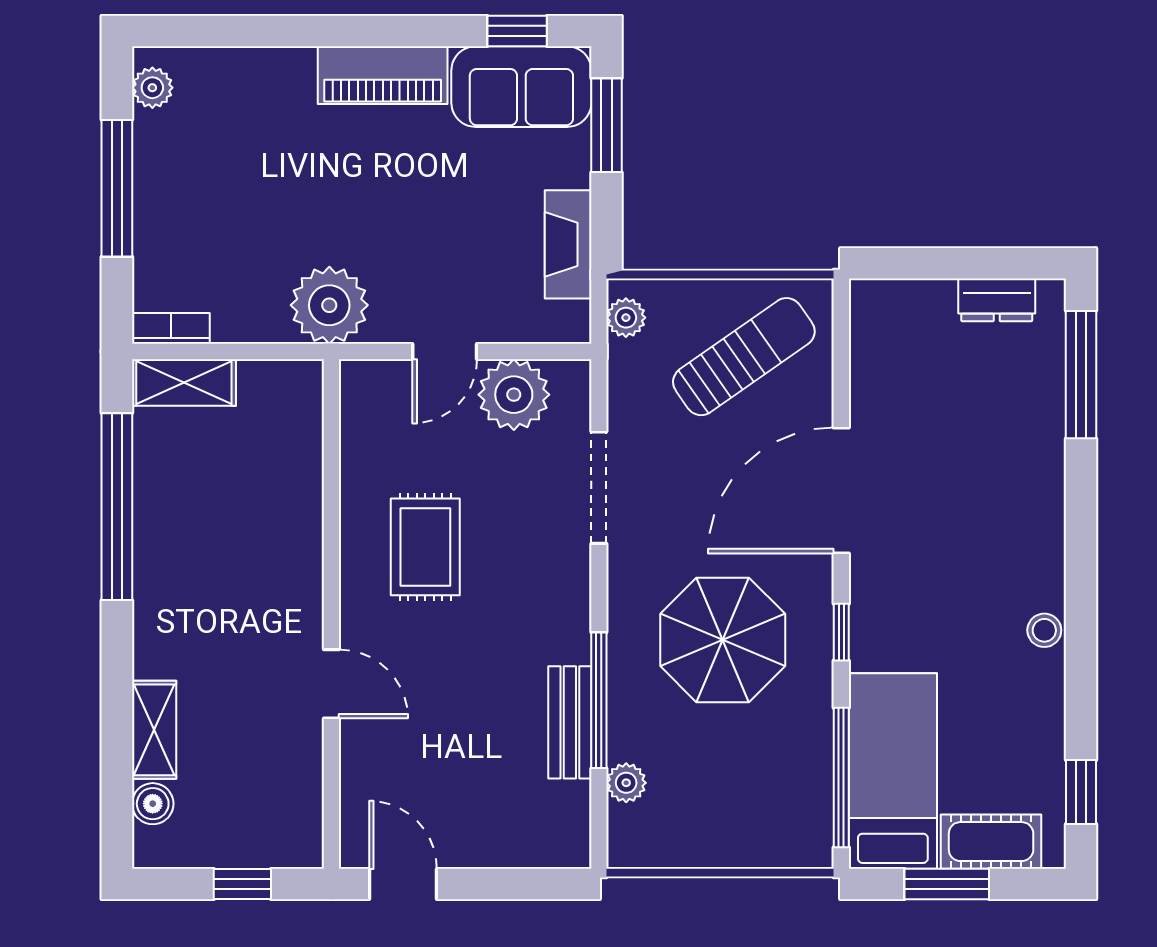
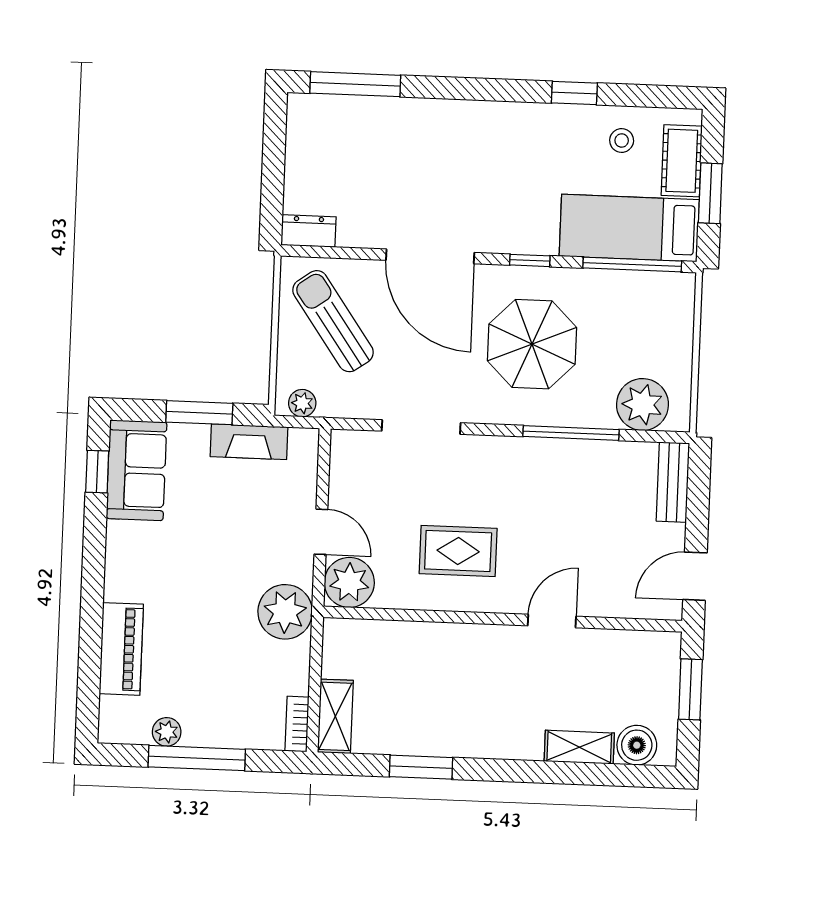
piano: (383, 75) -> (121, 649), moved
plant: (152, 88) -> (167, 732), moved
window: (606, 125) -> (199, 413), moved
dresser: (997, 300) -> (308, 231), moved, turned -90
plant: (514, 395) -> (349, 582), moved
window: (117, 507) -> (421, 767), width x0.47
stool: (1044, 630) -> (622, 140), moved
bench: (570, 722) -> (673, 482), moved, turned 90
plant: (626, 783) -> (642, 405), width x1.88, depth x1.88
window: (1081, 792) -> (574, 93), moved
boiler: (153, 804) -> (637, 745), width x1.36, depth x1.36
window: (242, 884) -> (690, 689), width x1.50

